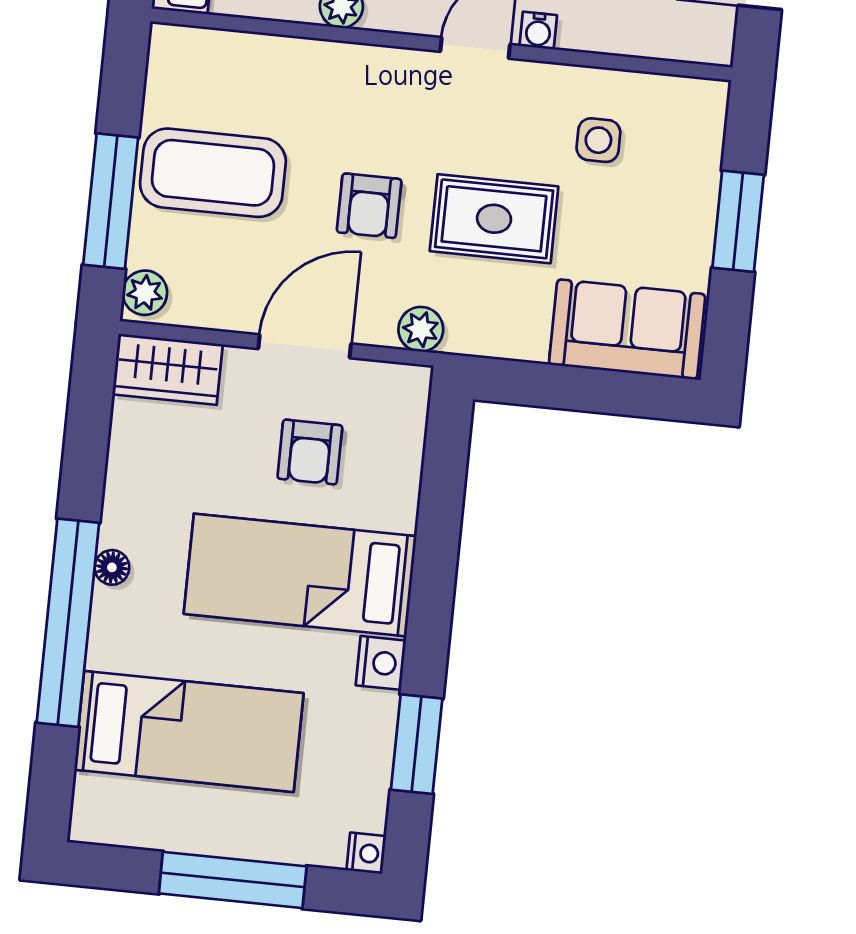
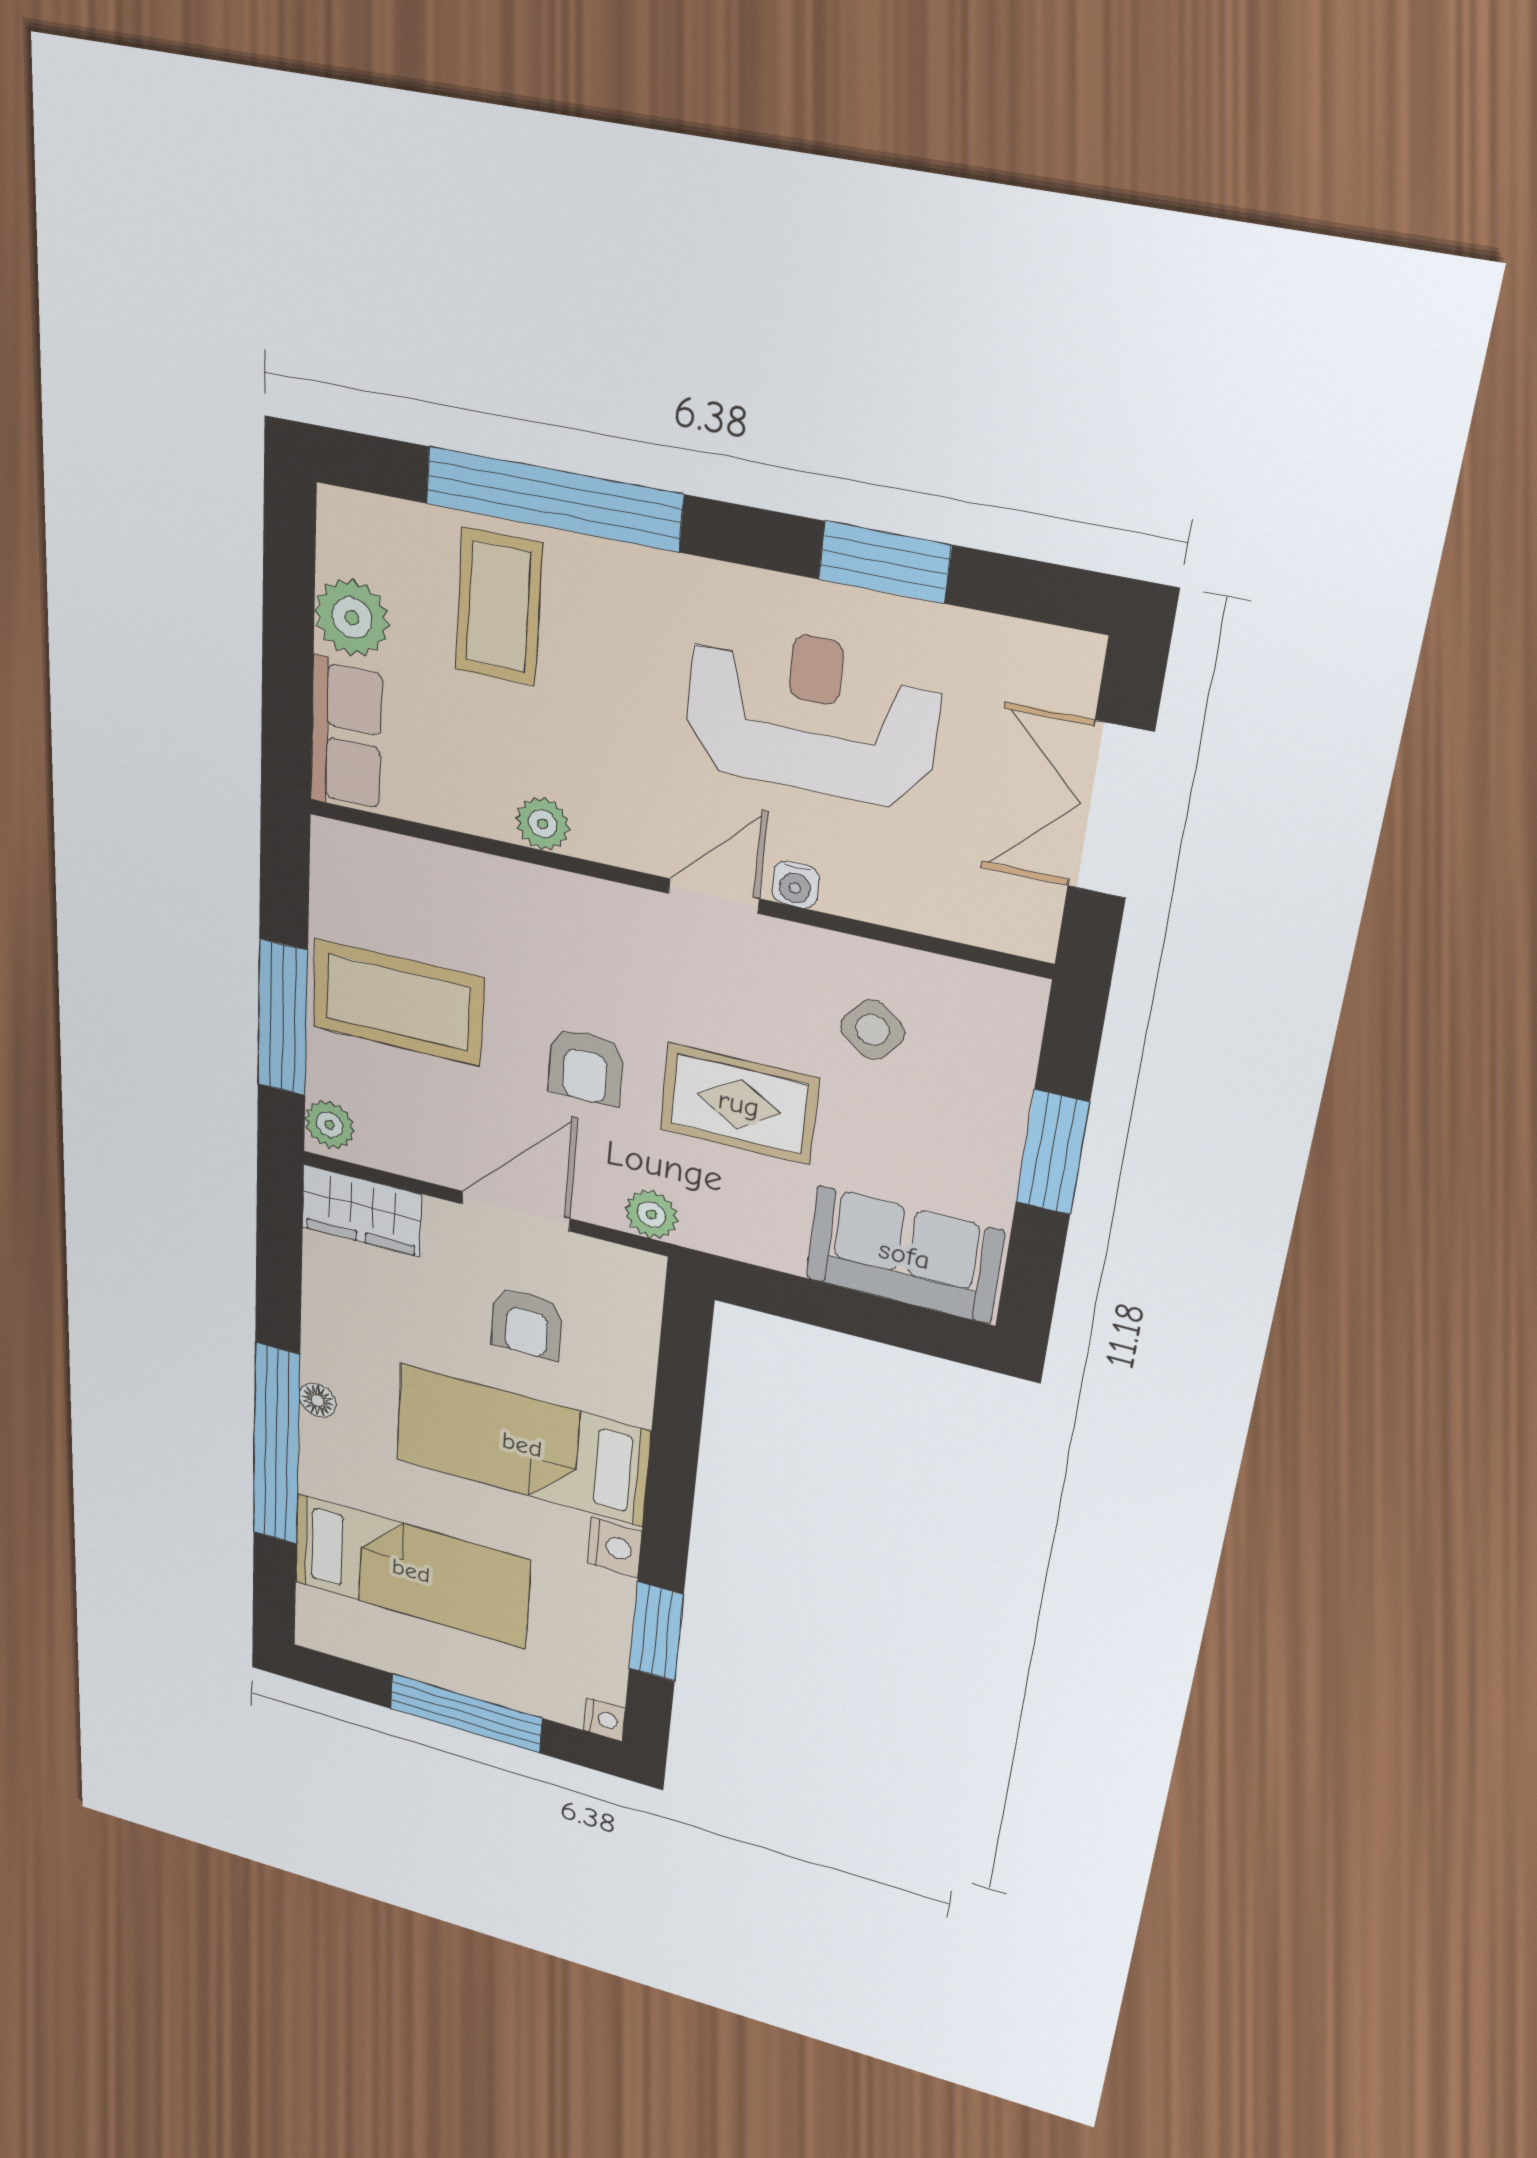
side table: (598, 140) -> (872, 1030), turned 38

